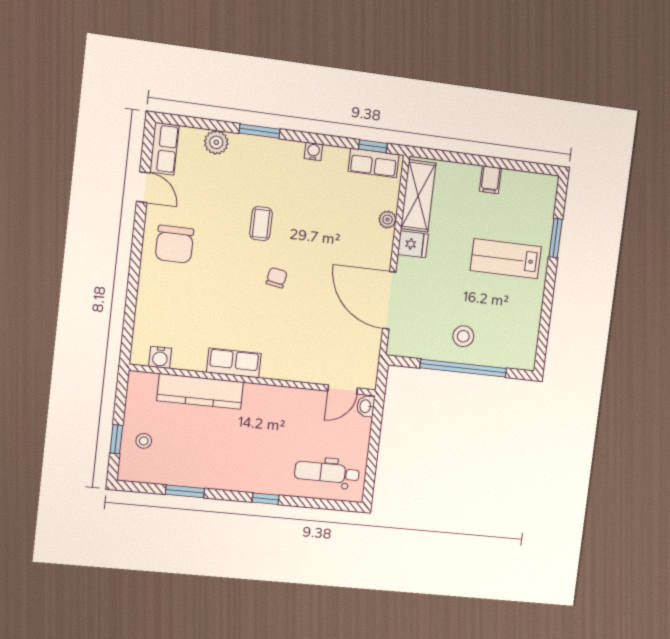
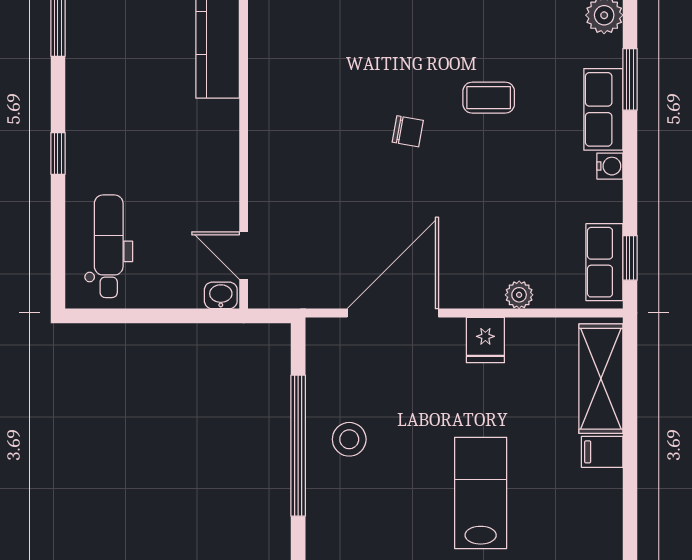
shelving: (418, 196) -> (601, 379), moved, turned 90
row of seats: (234, 363) -> (603, 109), moved, turned 180

